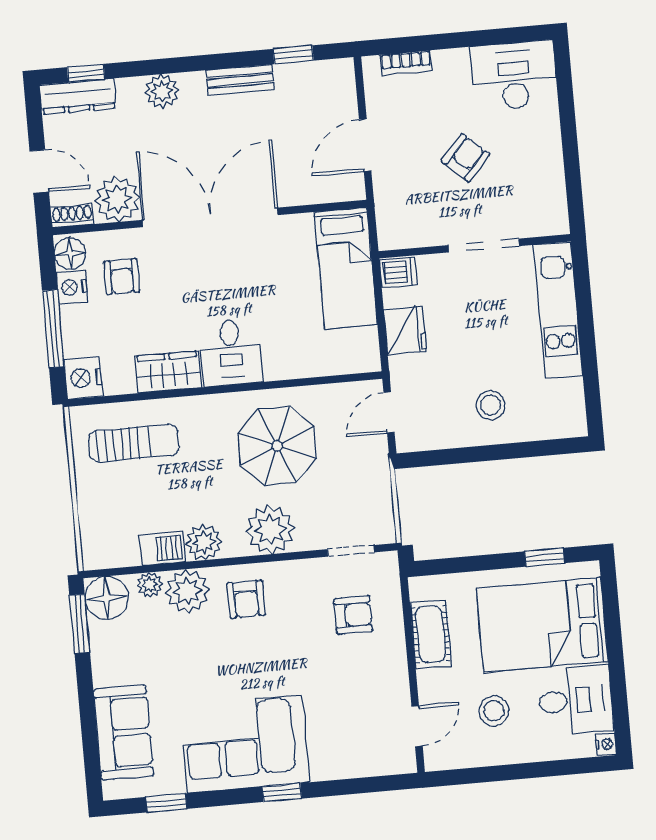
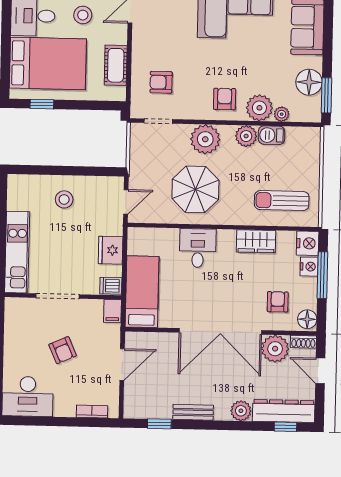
dresser: (78, 96) -> (284, 411), width x1.37, depth x1.24
armchair: (465, 158) -> (63, 350), turned -66
filing cabinet: (391, 231) -> (112, 311), added
nightstand: (72, 287) -> (309, 267), moved
desk: (231, 353) -> (198, 248), moved
floor lamp: (107, 598) -> (309, 82), moved

